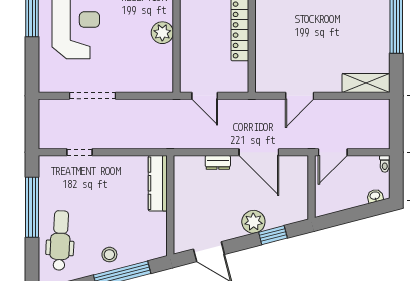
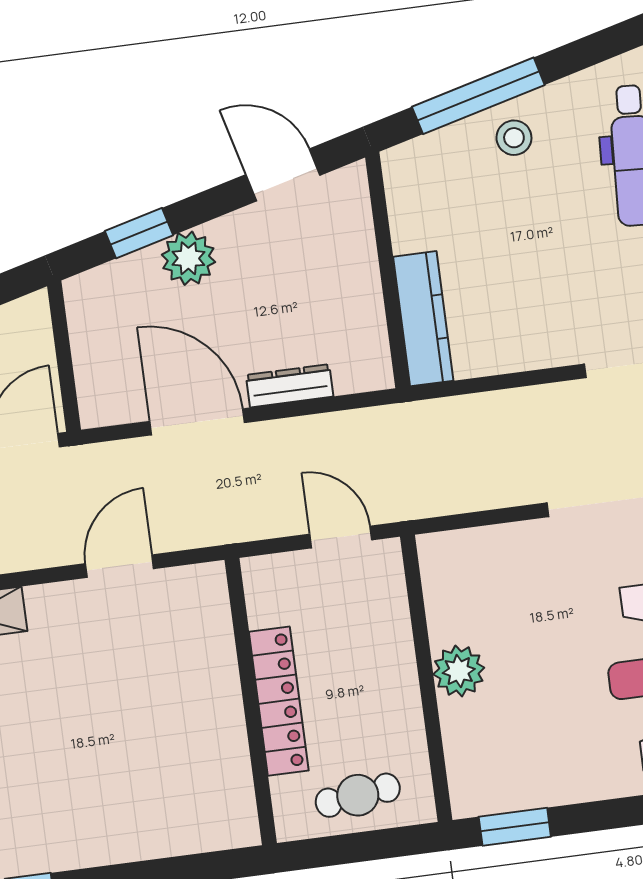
dresser: (218, 162) -> (290, 386), width x1.44

